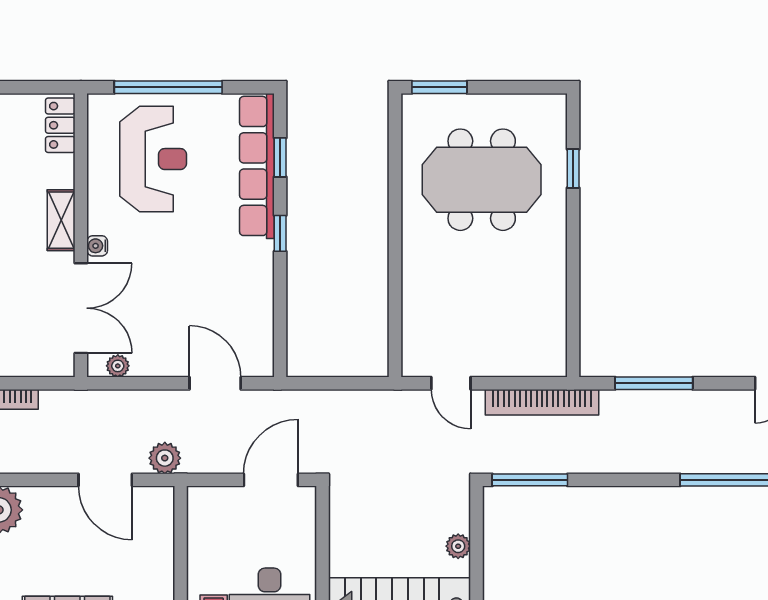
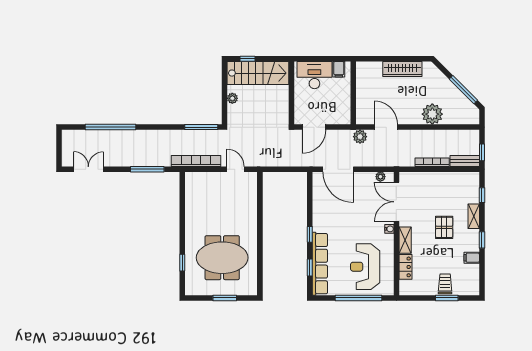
window: (439, 87) -> (225, 298), moved
locker: (60, 125) -> (405, 267), moved
door: (215, 383) -> (338, 169), width x1.36

